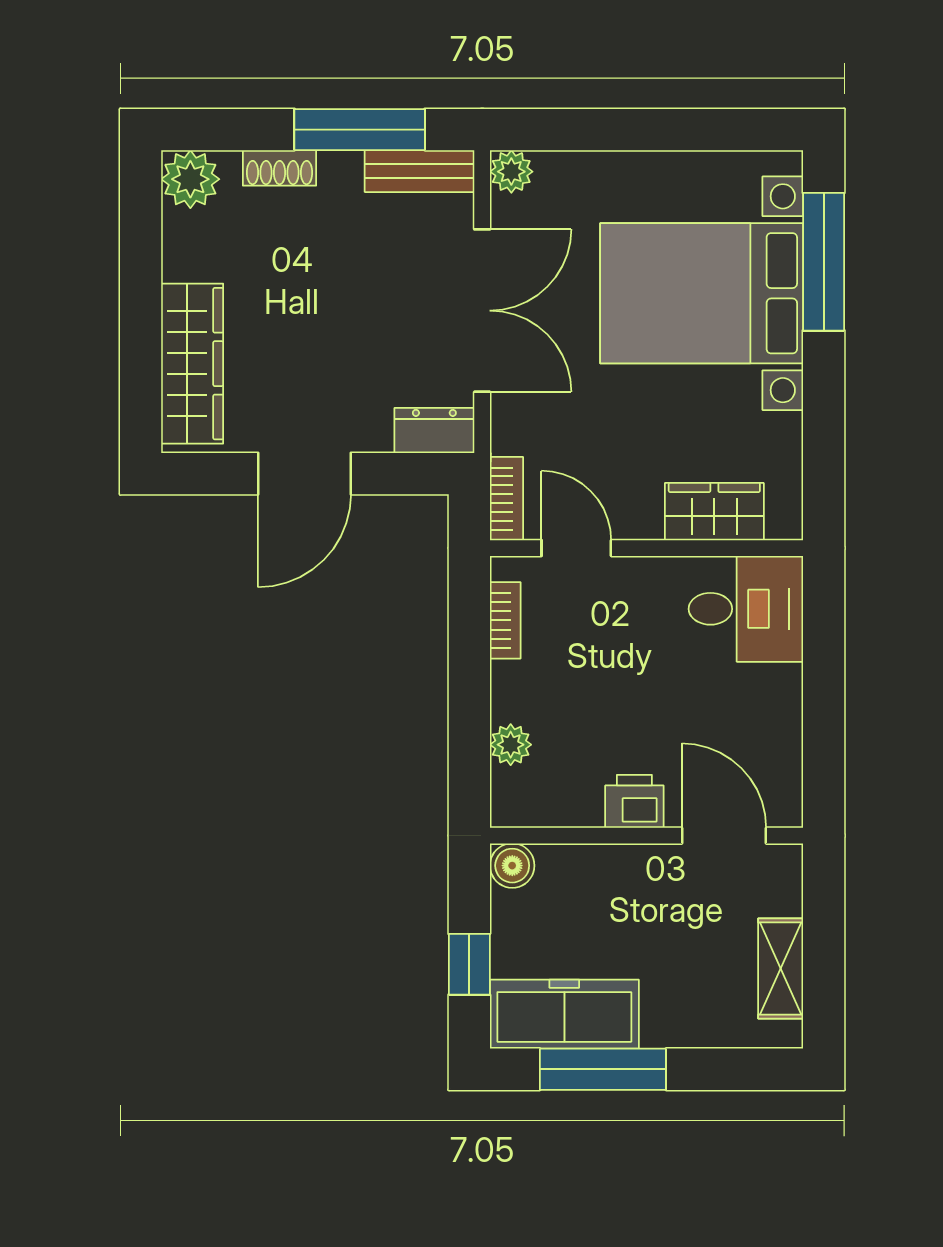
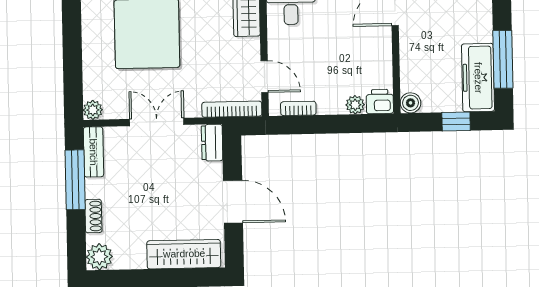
double door: (482, 311) -> (157, 122), width x0.73
bookcase: (507, 499) -> (232, 109), width x1.56
door: (576, 548) -> (265, 77), swing flipped
printer: (634, 801) -> (380, 102), moved, turned 90

